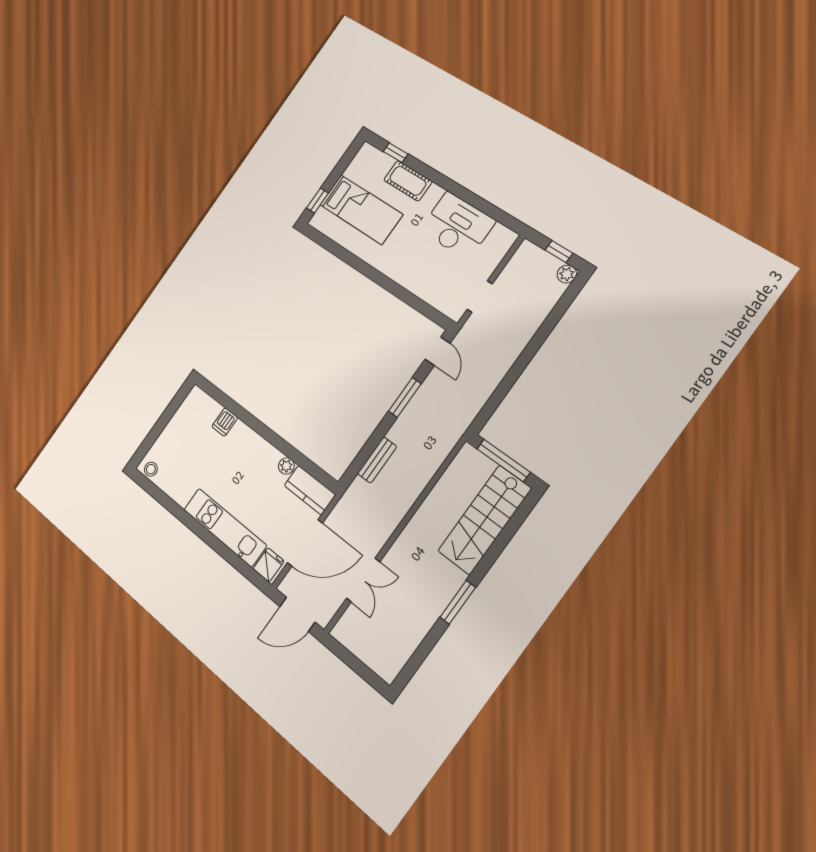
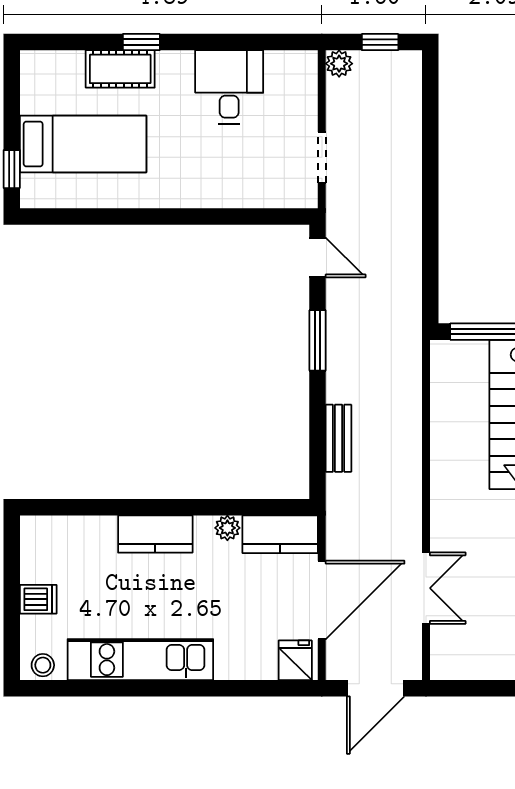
window: (396, 153) -> (141, 42), moved
desk: (458, 226) -> (229, 87), width x0.73
plant: (567, 274) -> (339, 64), moved
dishwasher: (225, 422) -> (38, 599), moved, turned -90
kitchen counter: (250, 442) -> (155, 534), added
kitchen unit: (225, 527) -> (140, 660), moved

